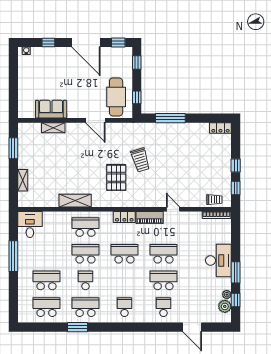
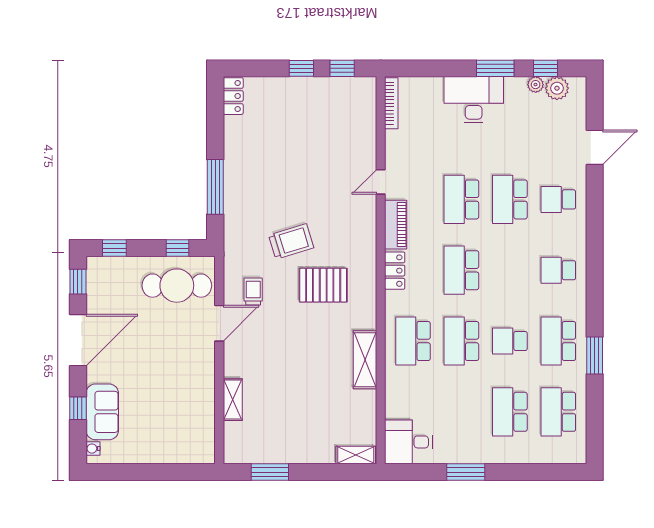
sofa: (51, 109) -> (102, 412), moved, turned 180
shelving: (23, 180) -> (356, 455), moved
trolley: (214, 200) -> (253, 291), moved
window: (13, 256) -> (466, 472), width x0.69

